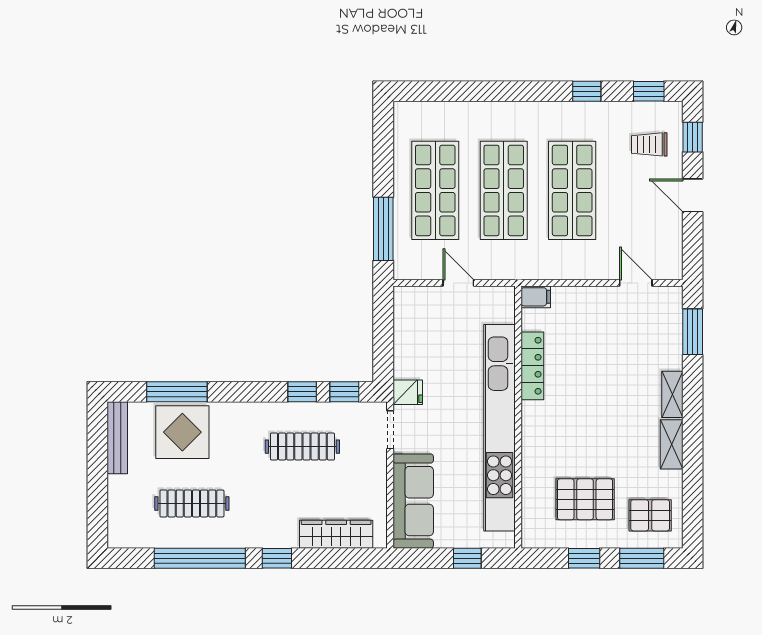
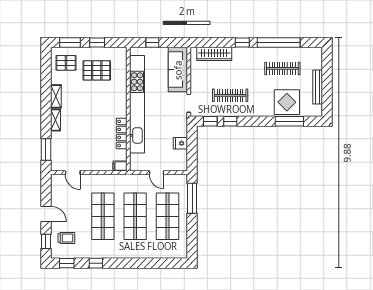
fridge: (408, 392) -> (180, 143), moved
bench: (117, 438) -> (318, 87), moved

